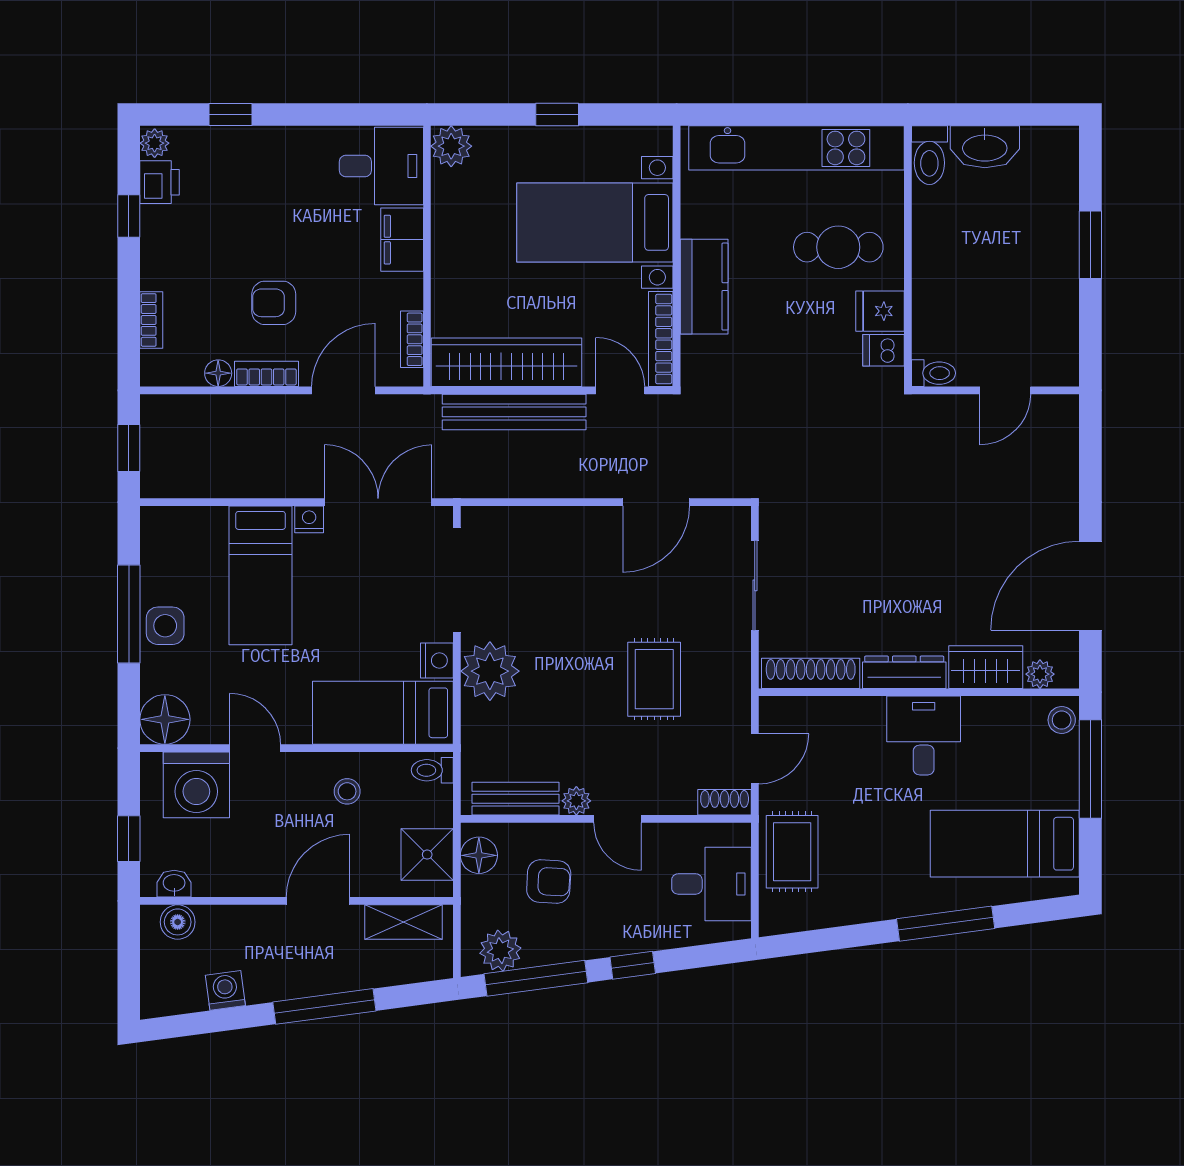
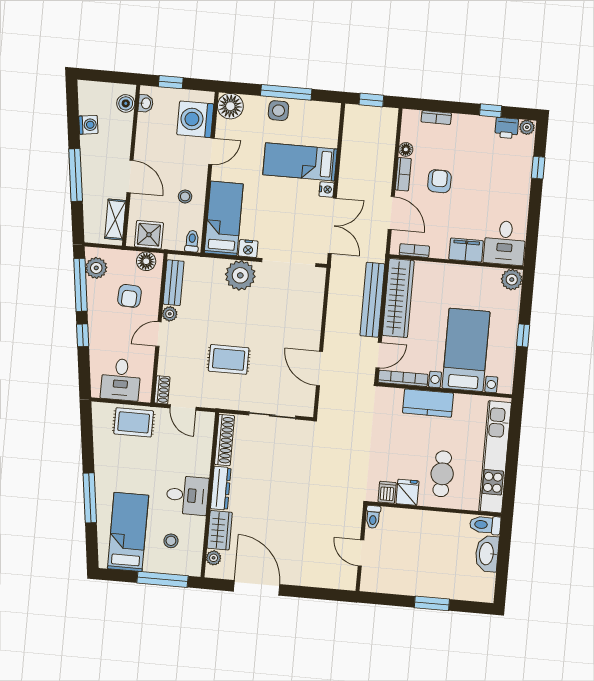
stool: (1062, 720) -> (171, 541), moved

